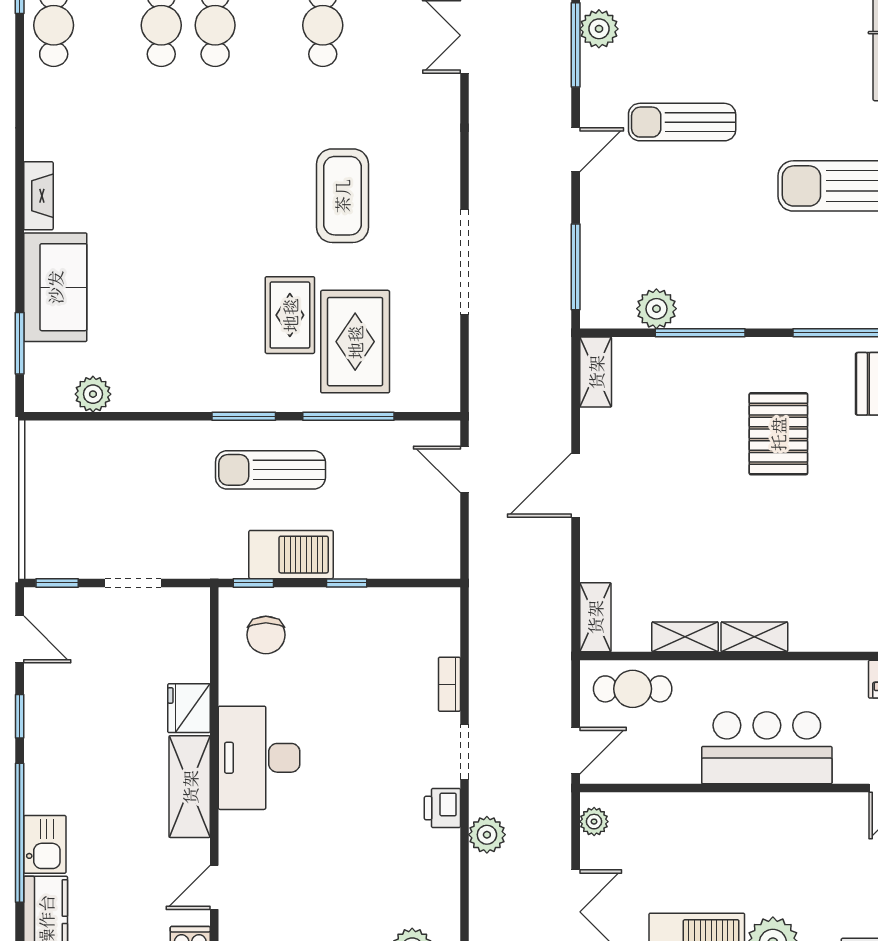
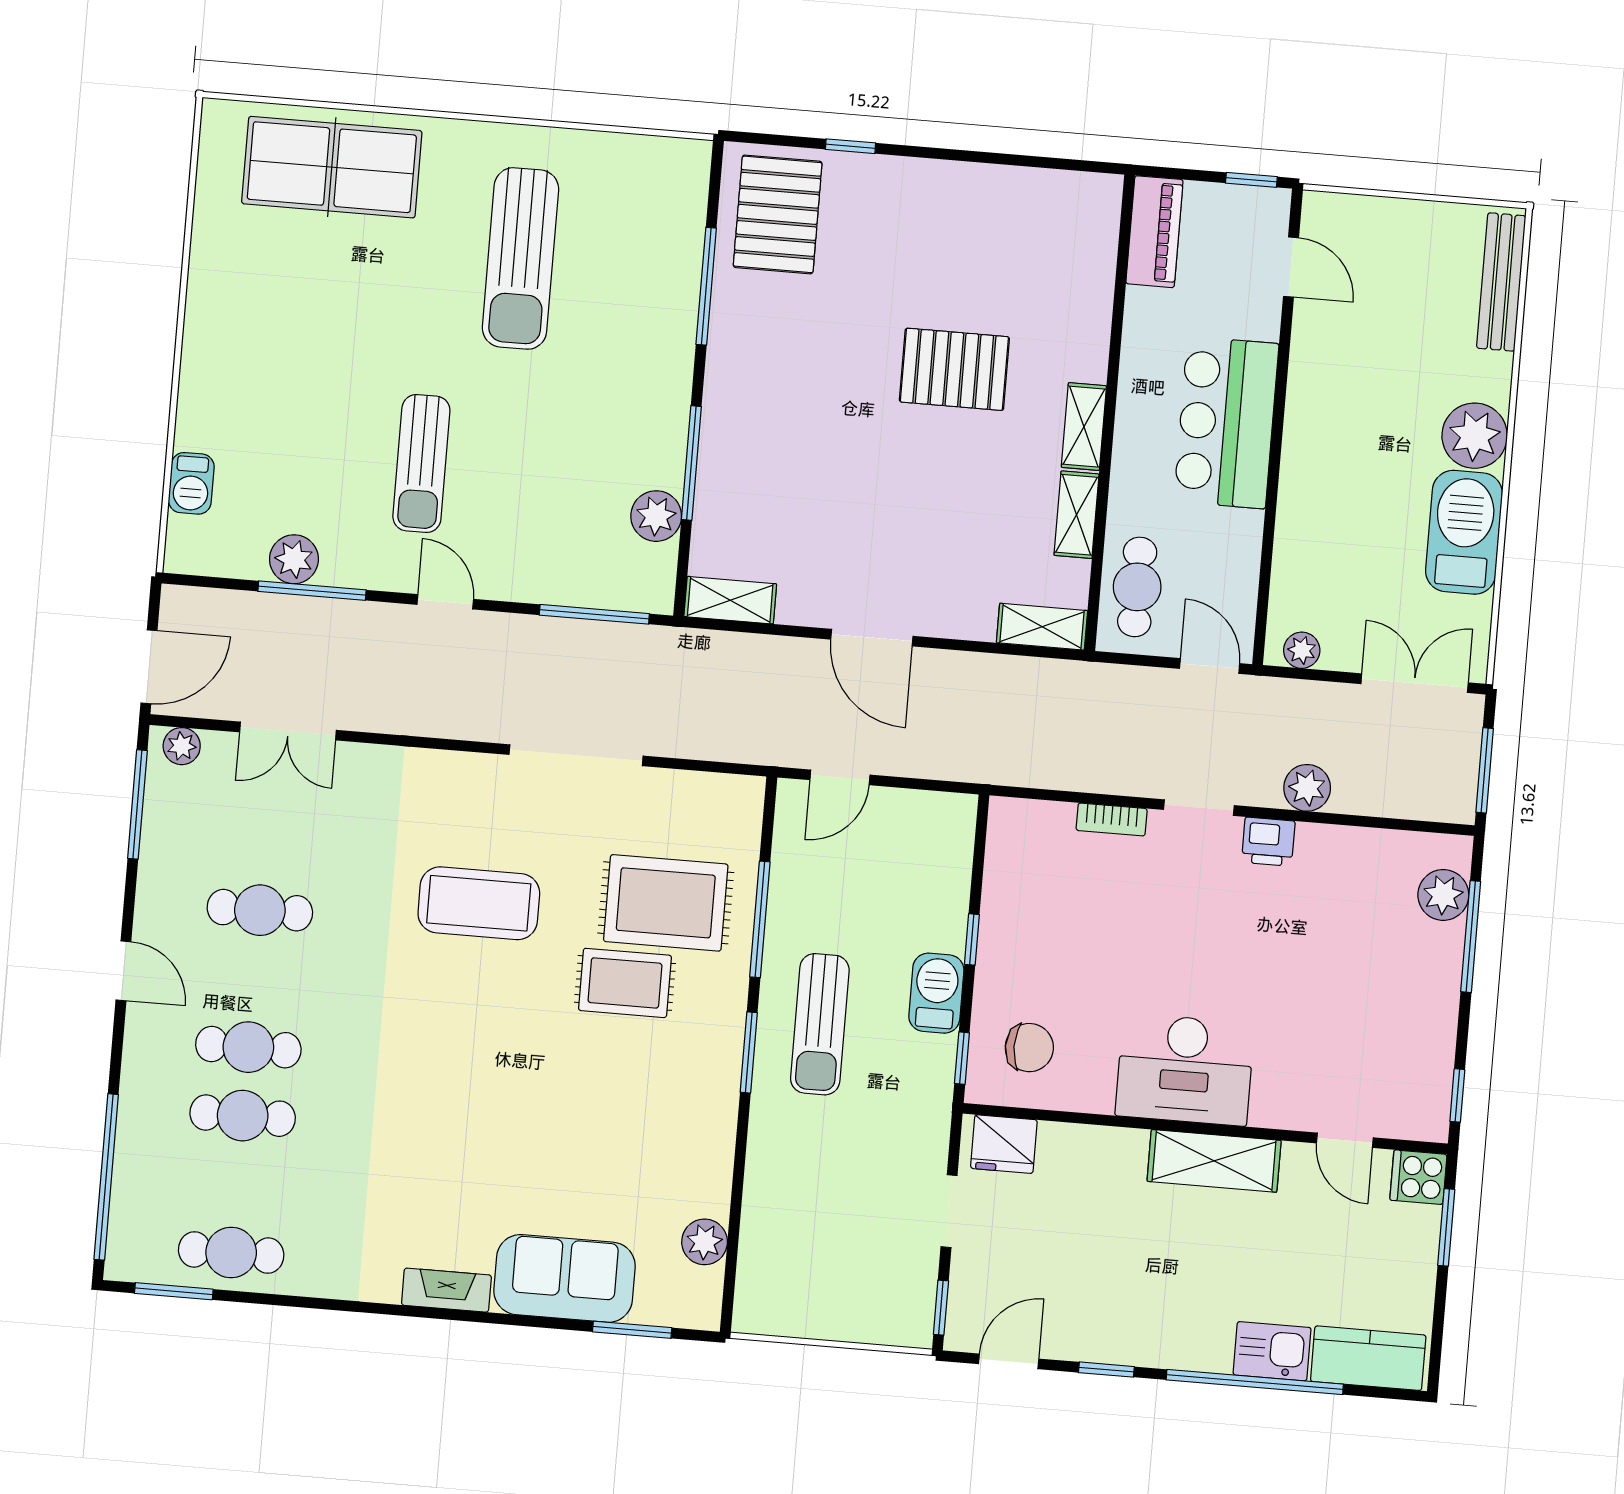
pallet: (778, 434) -> (954, 369), moved
barbecue: (291, 555) -> (936, 993), width x0.73, depth x0.83
fridge: (189, 708) -> (1004, 1144), moved

